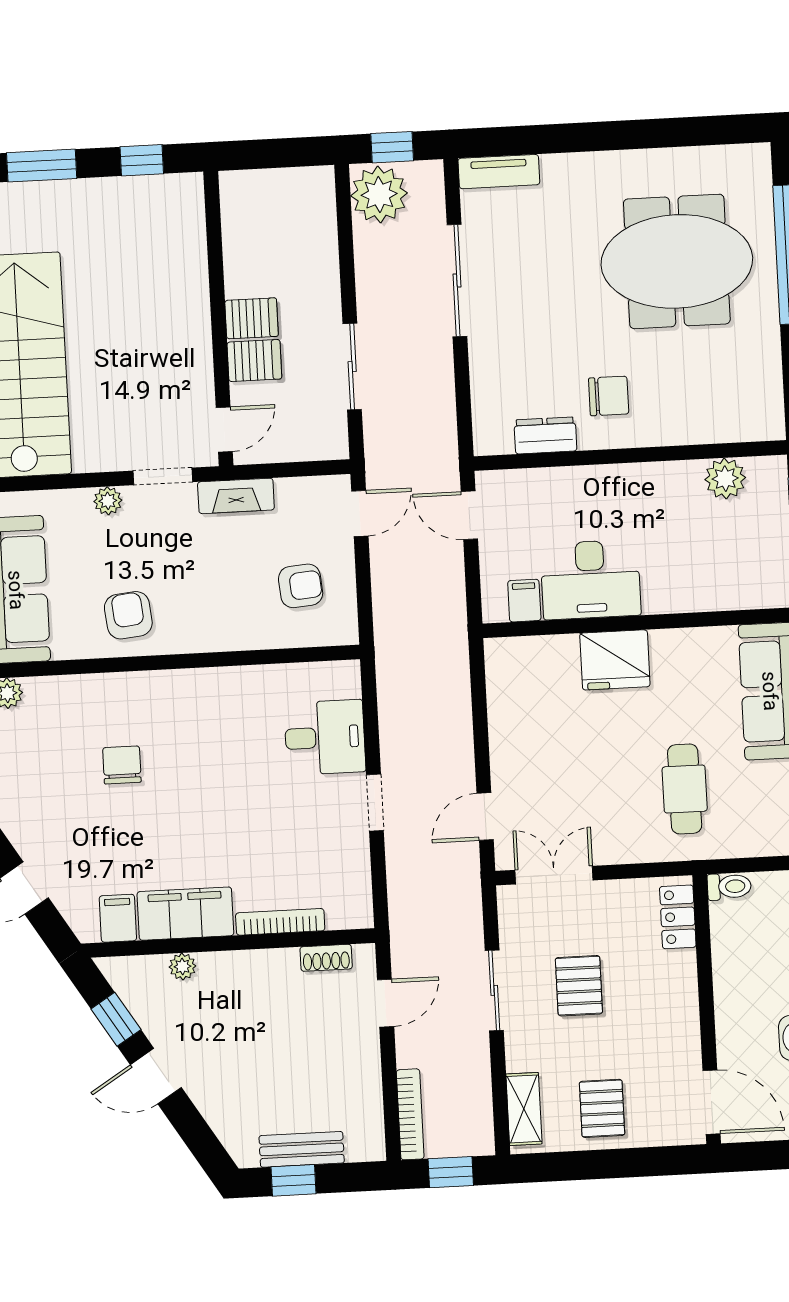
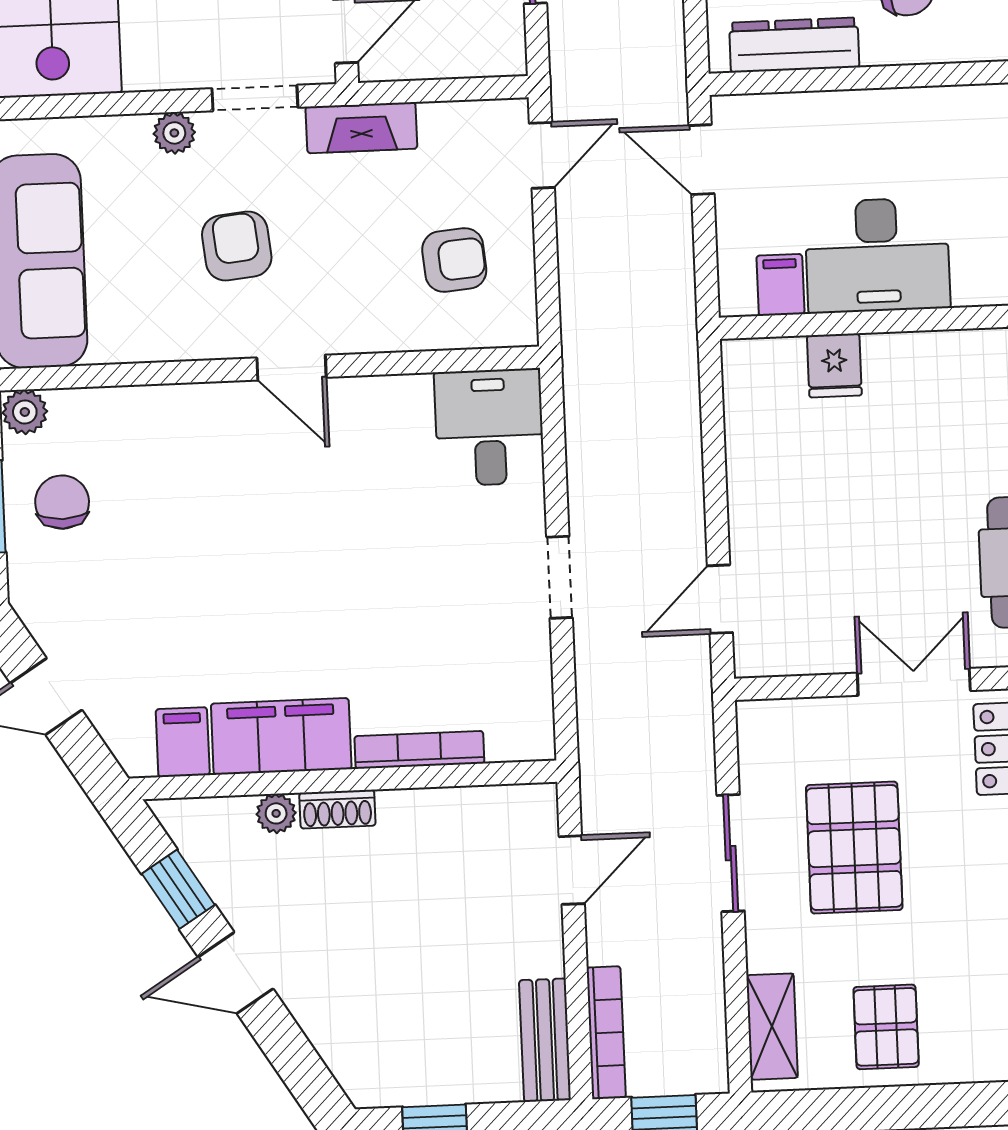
dresser: (545, 435) -> (794, 45), width x1.44
armchair: (128, 615) -> (237, 246), moved
fridge: (615, 660) -> (834, 365), moved, width x0.53, depth x0.75
door: (190, 661) -> (291, 368), added
desk: (325, 737) -> (489, 427), moved, turned -90
chair: (122, 765) -> (62, 502), moved
double door: (554, 875) -> (914, 682), moved
shoe rack: (326, 958) -> (337, 809), moved
pallet: (579, 986) -> (854, 848), width x1.50, depth x1.42
bench: (302, 1149) -> (545, 1040), moved, turned 90

